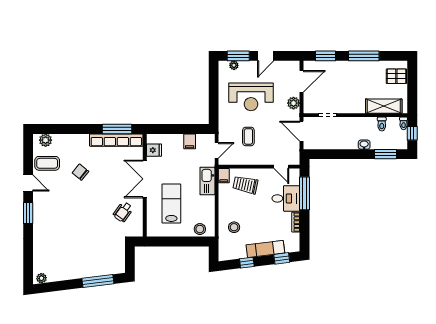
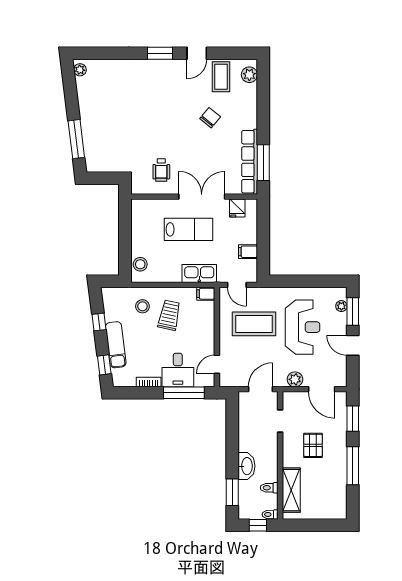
pallet: (396, 76) -> (313, 445), moved
reception desk: (251, 97) -> (303, 327), turned 180
coffee table: (248, 136) -> (254, 324), width x1.86, depth x1.72
washbasin: (364, 145) -> (246, 466), width x1.91, depth x1.45
trolley: (245, 185) -> (169, 315), moved
lab bench: (171, 203) -> (188, 229), moved
wheelchair: (123, 212) -> (161, 170), turned -126

